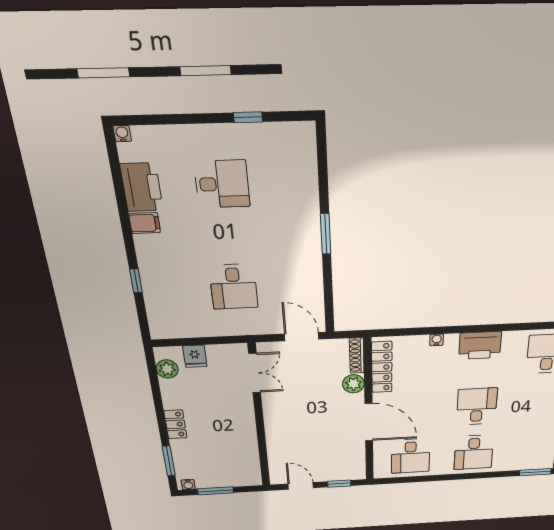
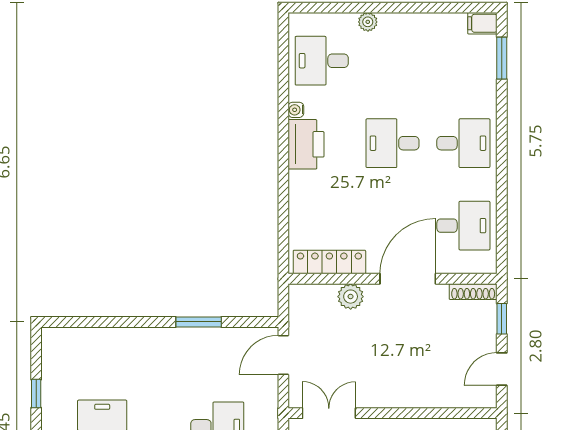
window: (326, 234) -> (199, 322), moved
water cooler: (437, 340) -> (296, 110), moved
shoe rack: (357, 356) -> (473, 292), moved

